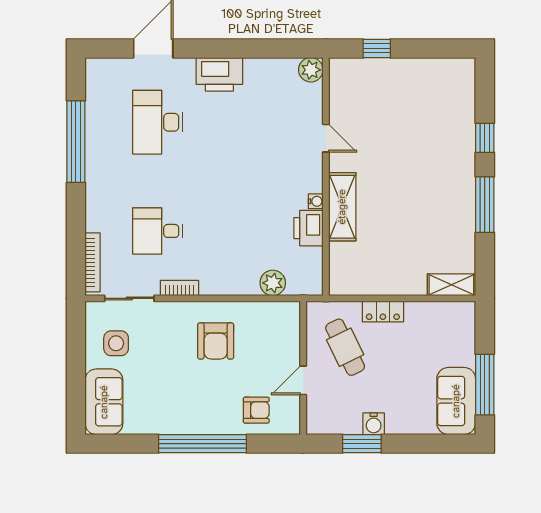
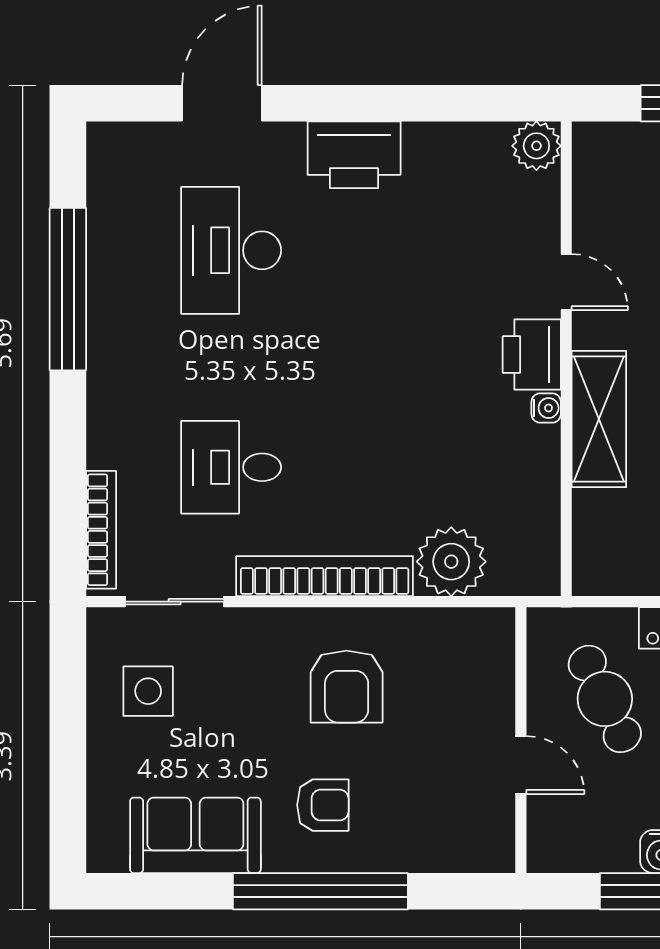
printer: (308, 228) -> (532, 354), moved
plant: (273, 283) -> (451, 562), width x1.36, depth x1.36
bookcase: (179, 288) -> (325, 576), width x2.31, depth x1.31
door: (303, 380) -> (521, 765), swing flipped
sofa: (104, 402) -> (195, 835), moved, turned -90
armchair: (256, 410) -> (323, 805), moved

